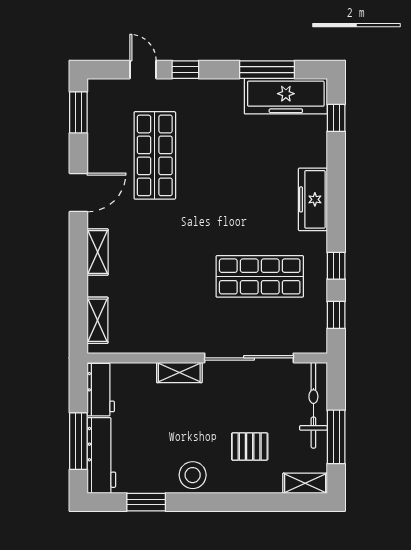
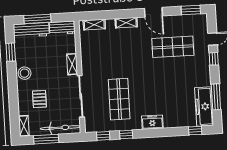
freezer: (313, 199) -> (152, 122), width x0.71

